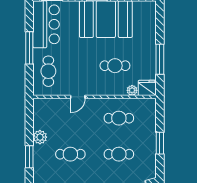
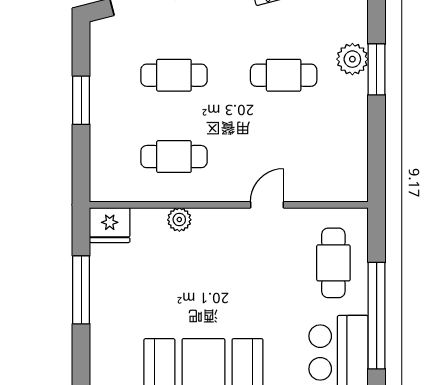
window: (29, 48) -> (377, 316), width x1.46
cafe table: (115, 66) -> (183, 275), removed
plant: (132, 90) -> (179, 220), moved
plant: (40, 137) -> (352, 59), moved

